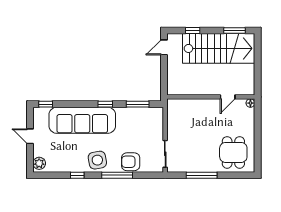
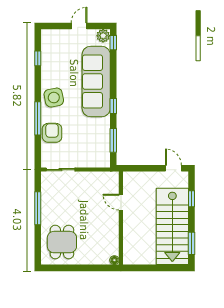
door: (228, 97) -> (121, 202), moved
dining table: (233, 152) -> (62, 242), turned 90
plant: (39, 163) -> (103, 36), moved
window: (77, 175) -> (38, 58), moved

